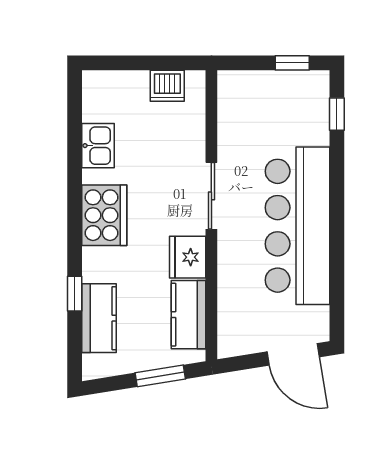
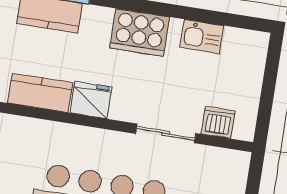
dishwasher: (167, 86) -> (218, 122), moved, turned 90
sliding door: (211, 196) -> (166, 133), moved

